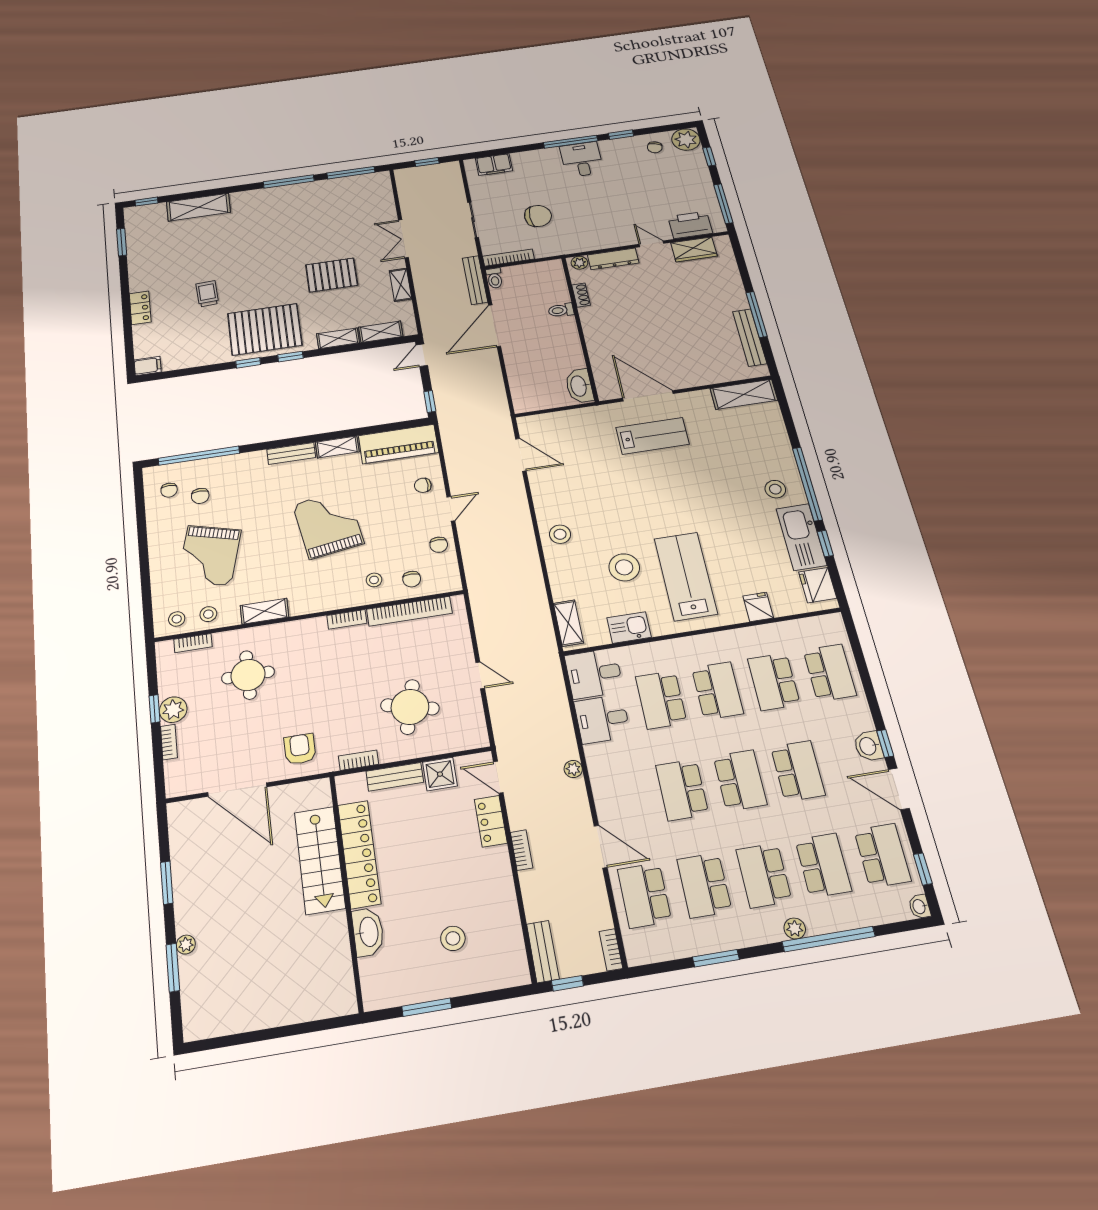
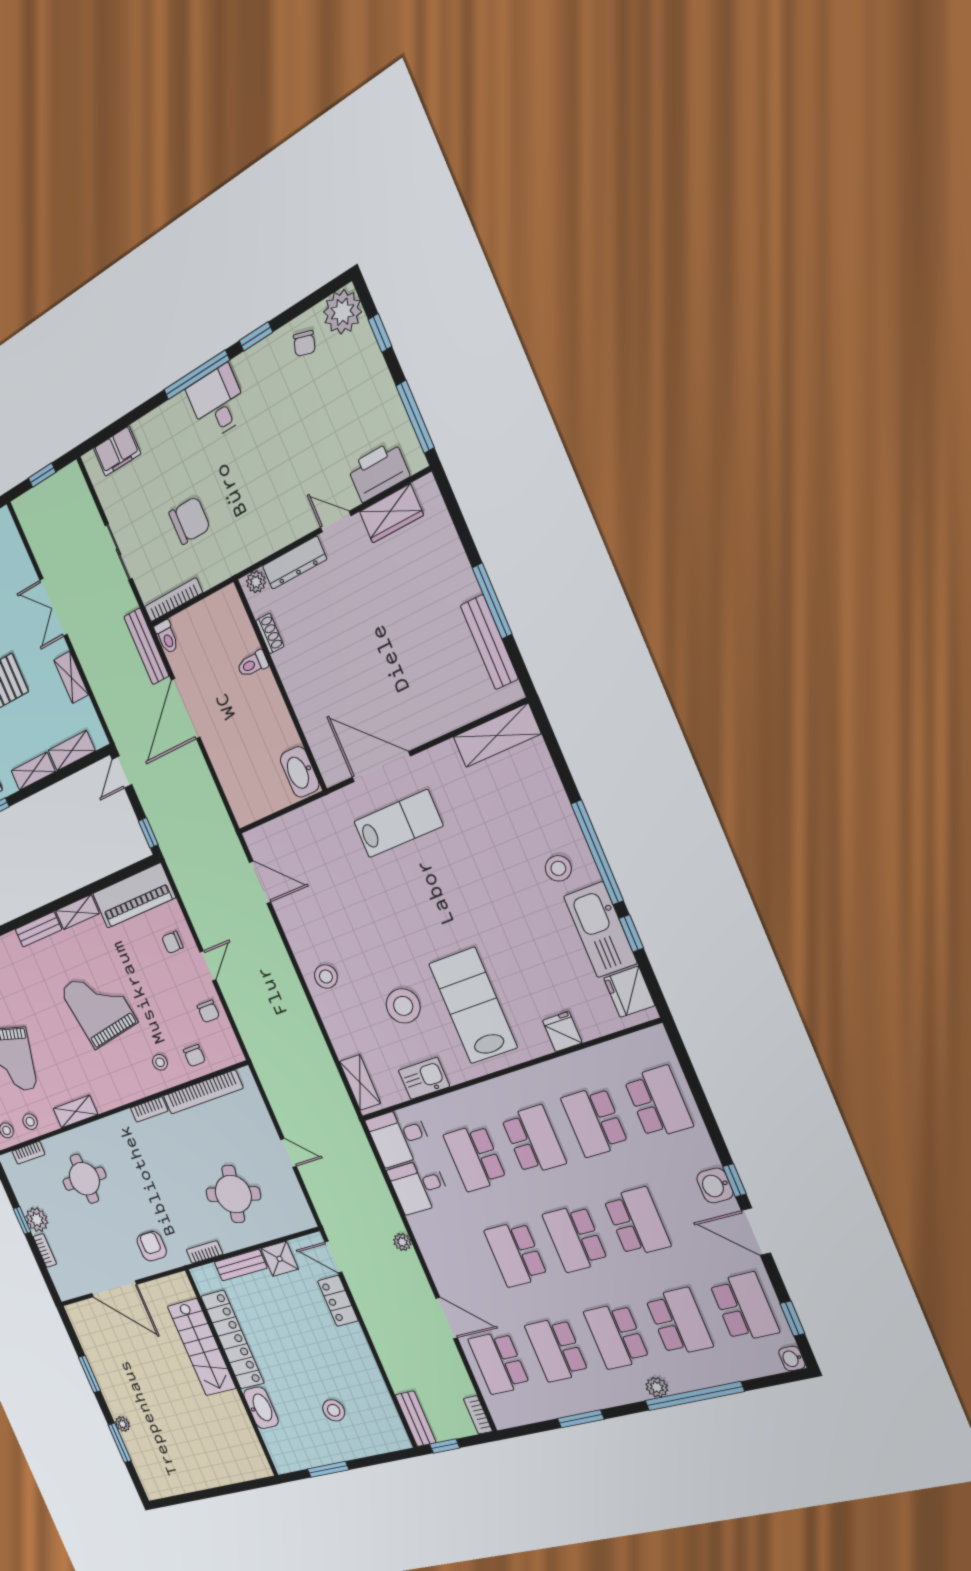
school desk: (740, 780) -> (575, 1238), turned 180
bookcase: (521, 850) -> (373, 1326), removed

